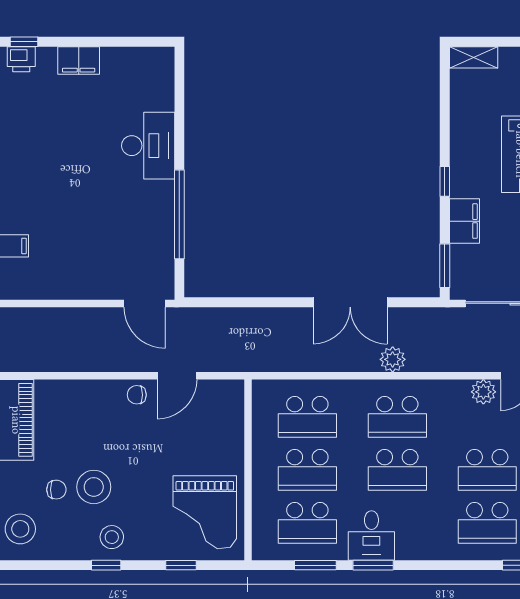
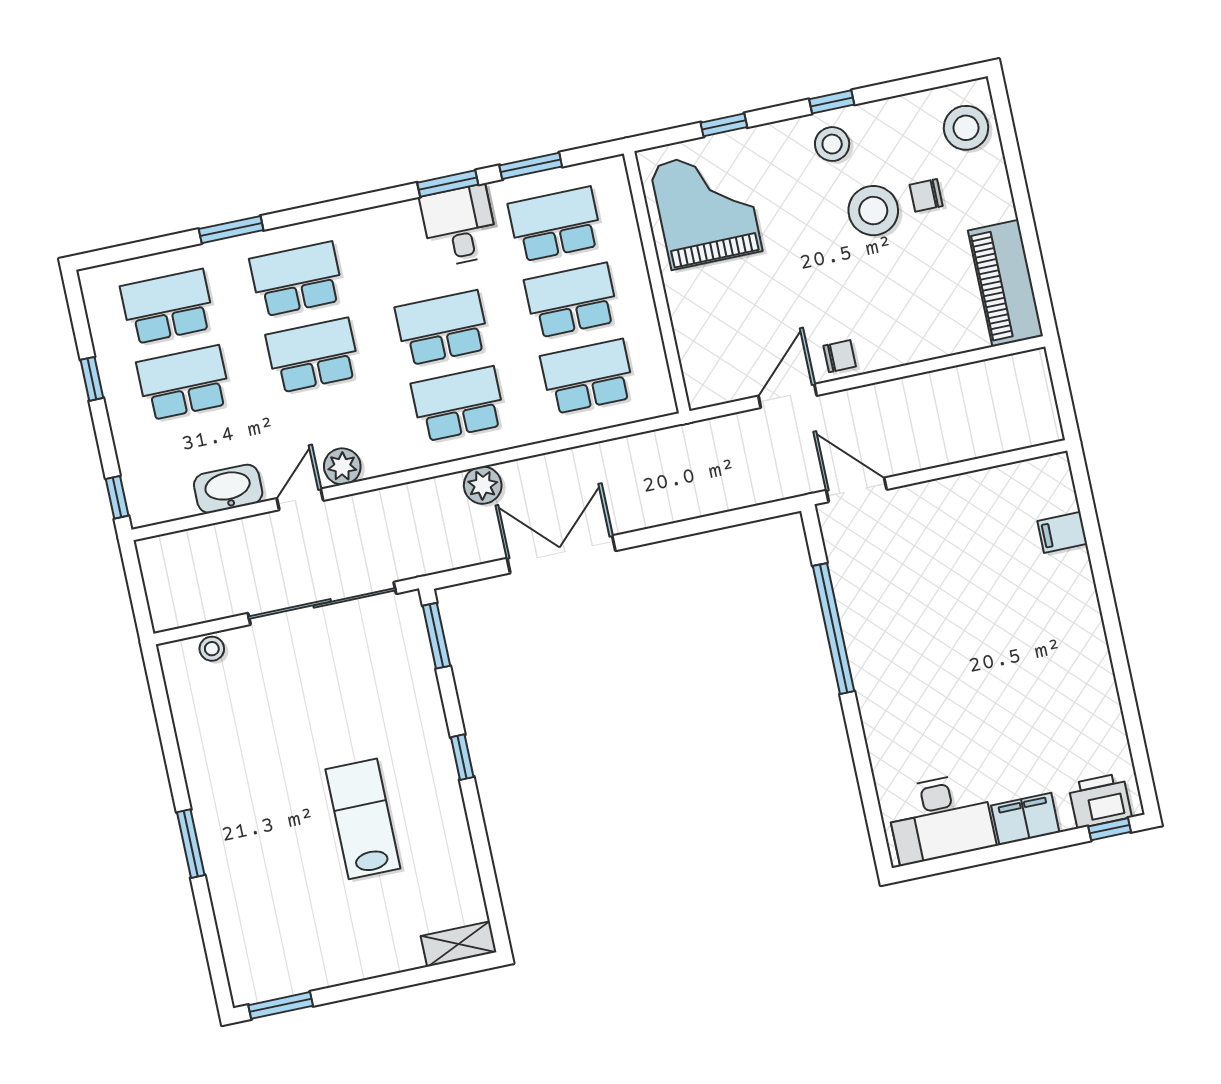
printer: (21, 59) -> (1100, 801), width x1.36, depth x1.24
desk: (148, 146) -> (940, 818), moved, turned -90
filing cabinet: (465, 221) -> (422, 706), removed

